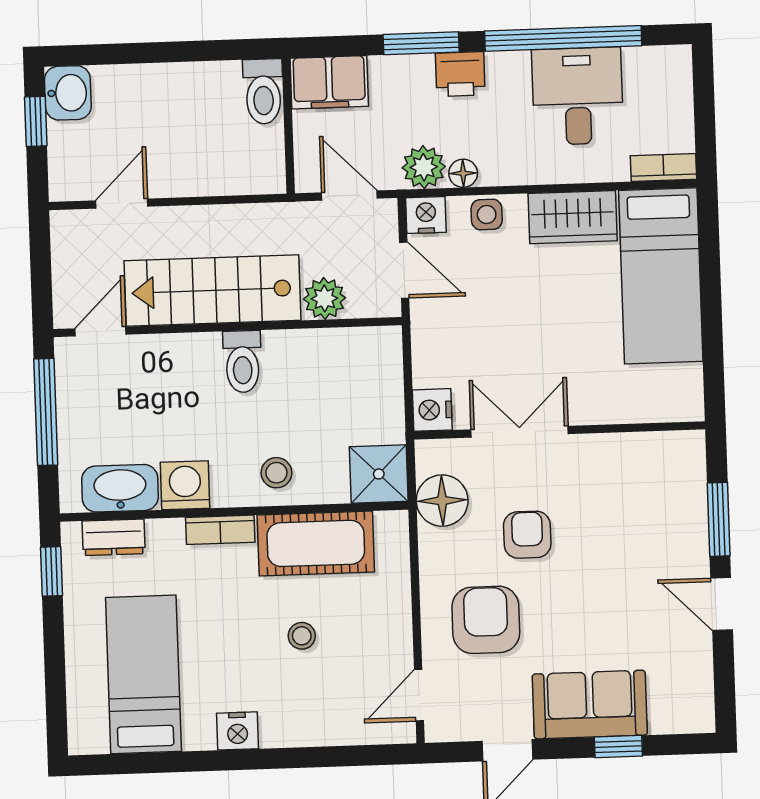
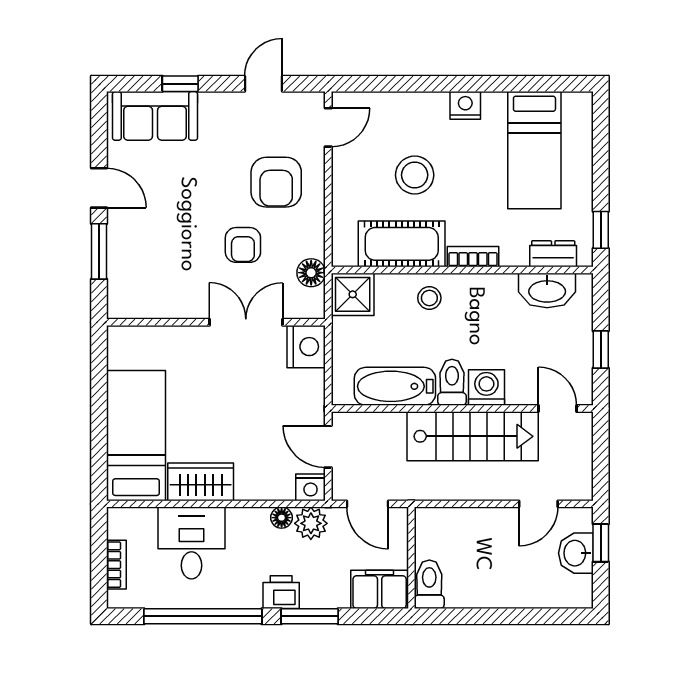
washbasin: (68, 93) -> (576, 553), moved
desk: (578, 96) -> (191, 543), moved, turned 180
window: (36, 121) -> (601, 543), moved
bookcase: (663, 167) -> (116, 565), moved, turned -90
side table: (487, 215) -> (265, 486), removed
plant: (324, 298) -> (389, 427), removed
door: (101, 332) -> (558, 408), swing flipped
bathtub: (318, 353) -> (395, 386), added
nightstand: (432, 410) -> (306, 347), width x1.36, depth x1.33
window: (46, 412) -> (601, 350), width x0.46
double door: (520, 432) -> (246, 322), swing flipped
washing machine: (185, 485) -> (486, 387), moved, turned 180
floor lamp: (442, 501) -> (311, 273), width x0.73, depth x0.73
stool: (302, 636) -> (415, 175), width x1.89, depth x1.89
sofa: (590, 705) -> (155, 116), moved

